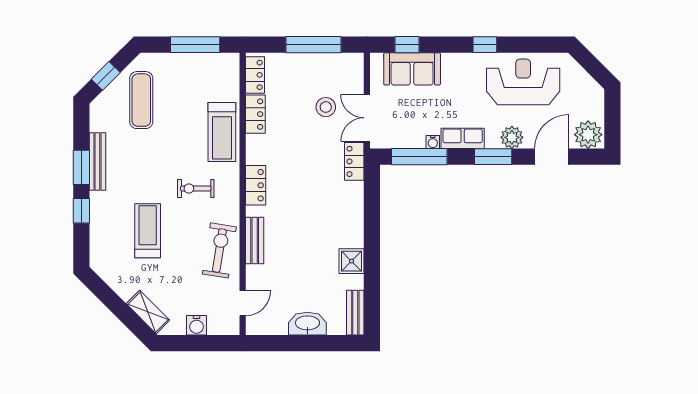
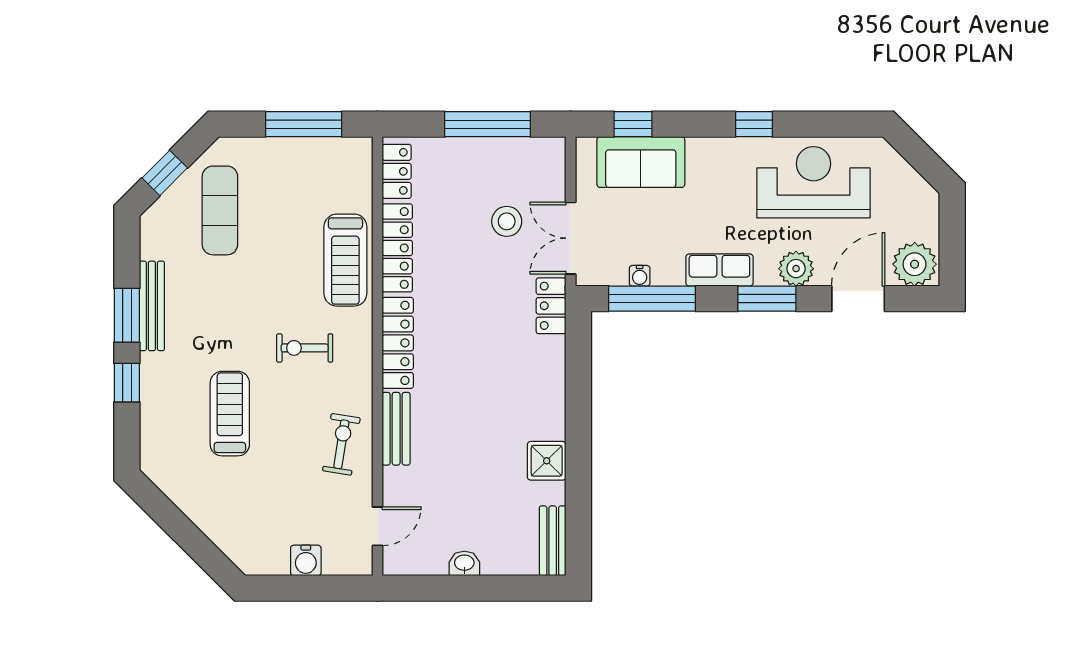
locker: (255, 114) -> (397, 248), width x1.53
water cooler: (433, 142) -> (640, 276), moved
locker: (256, 185) -> (398, 343), width x1.53
exercise bike: (219, 250) -> (341, 444), width x0.73, depth x0.72
shelving: (148, 312) -> (230, 540), removed
washbasin: (307, 324) -> (464, 563), width x0.52, depth x0.69

